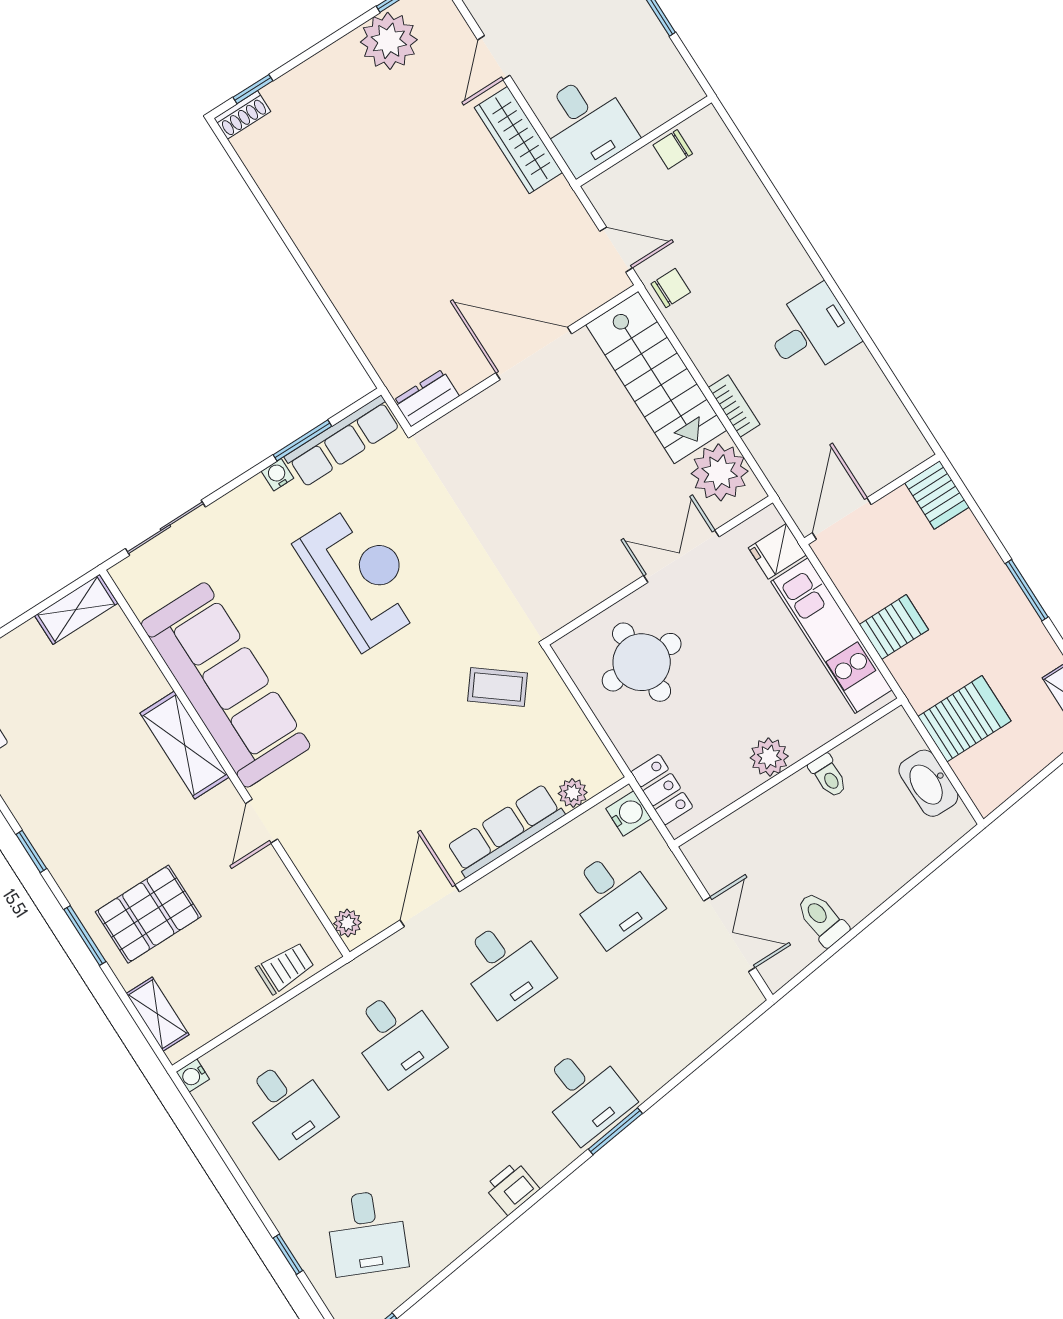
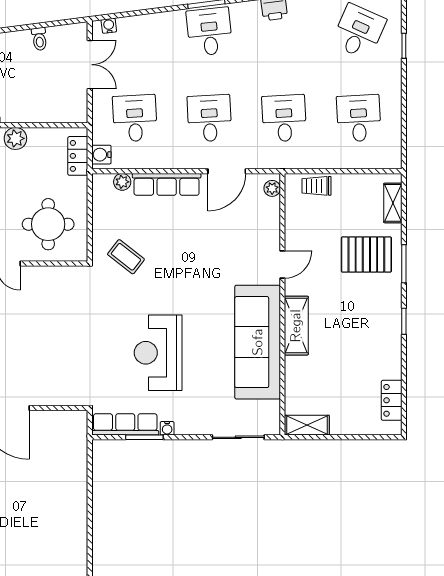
dresser: (426, 398) -> (71, 419), removed
toilet: (822, 919) -> (39, 39), width x0.73, depth x0.72
double door: (729, 934) -> (90, 65), swing flipped
water cooler: (193, 1076) -> (109, 26), moved, turned -97

